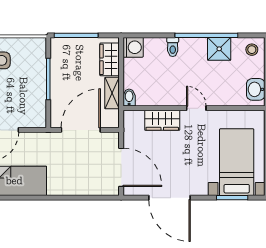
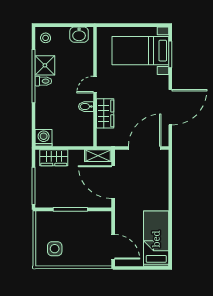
toilet: (173, 47) -> (43, 81), moved
shelving: (112, 93) -> (98, 156), moved
bidet: (129, 98) -> (86, 107), moved

